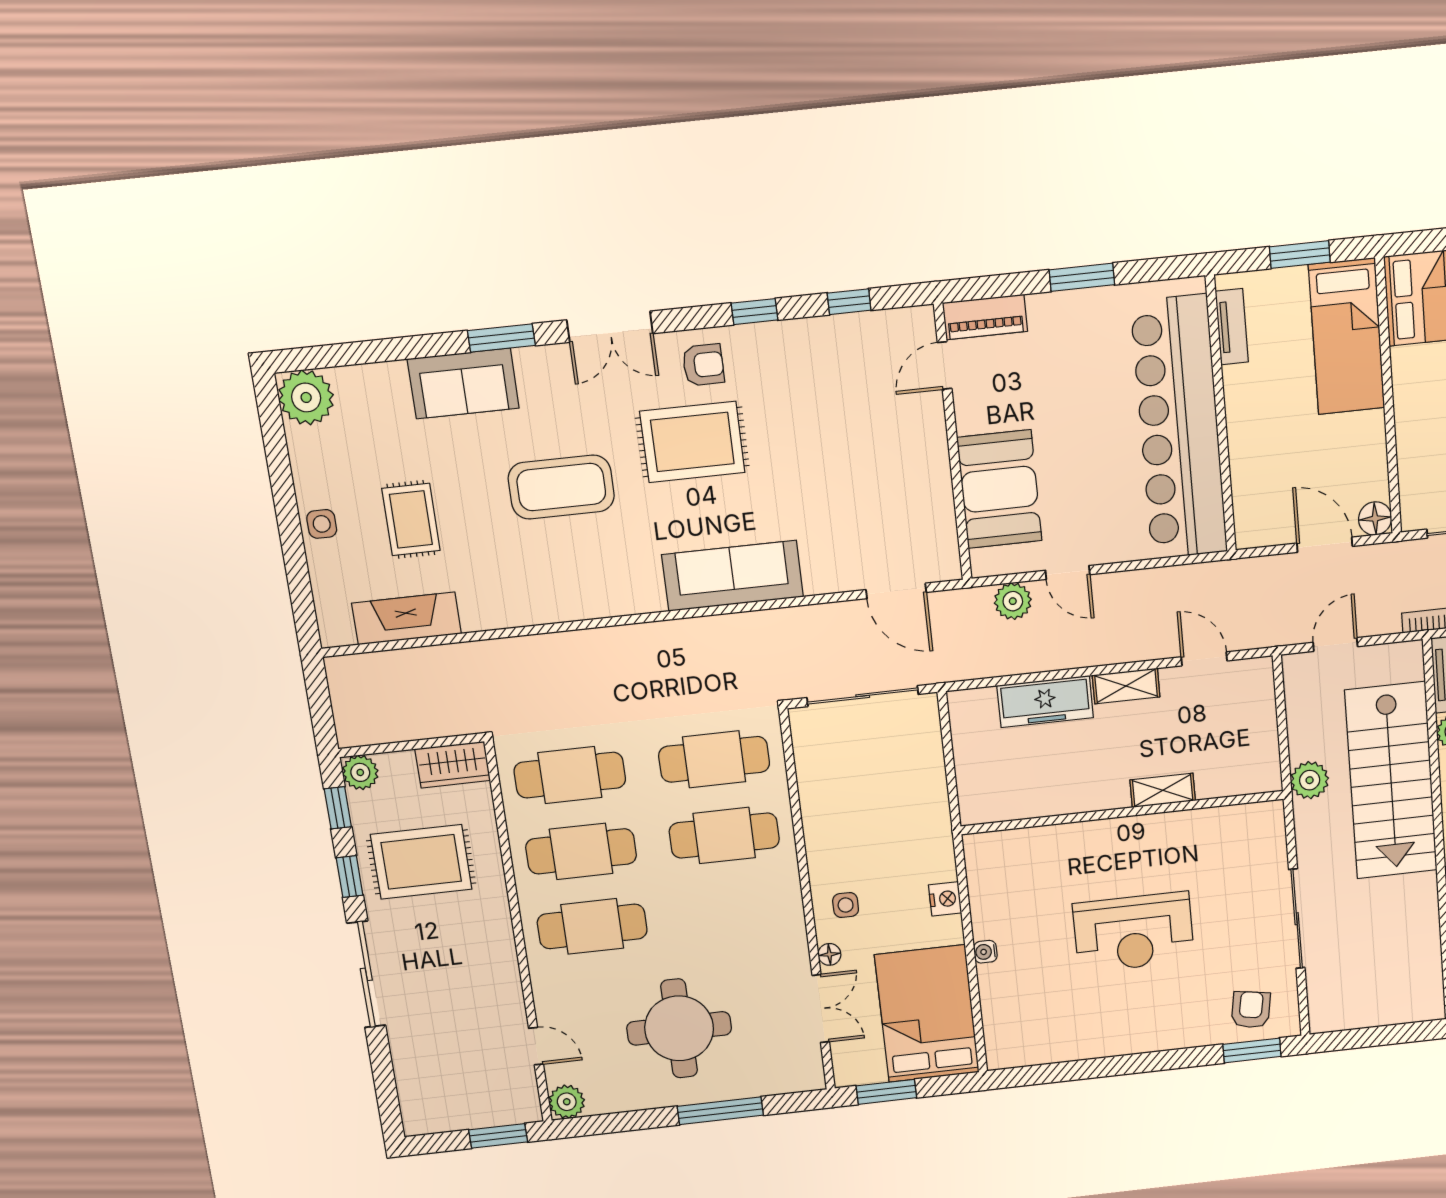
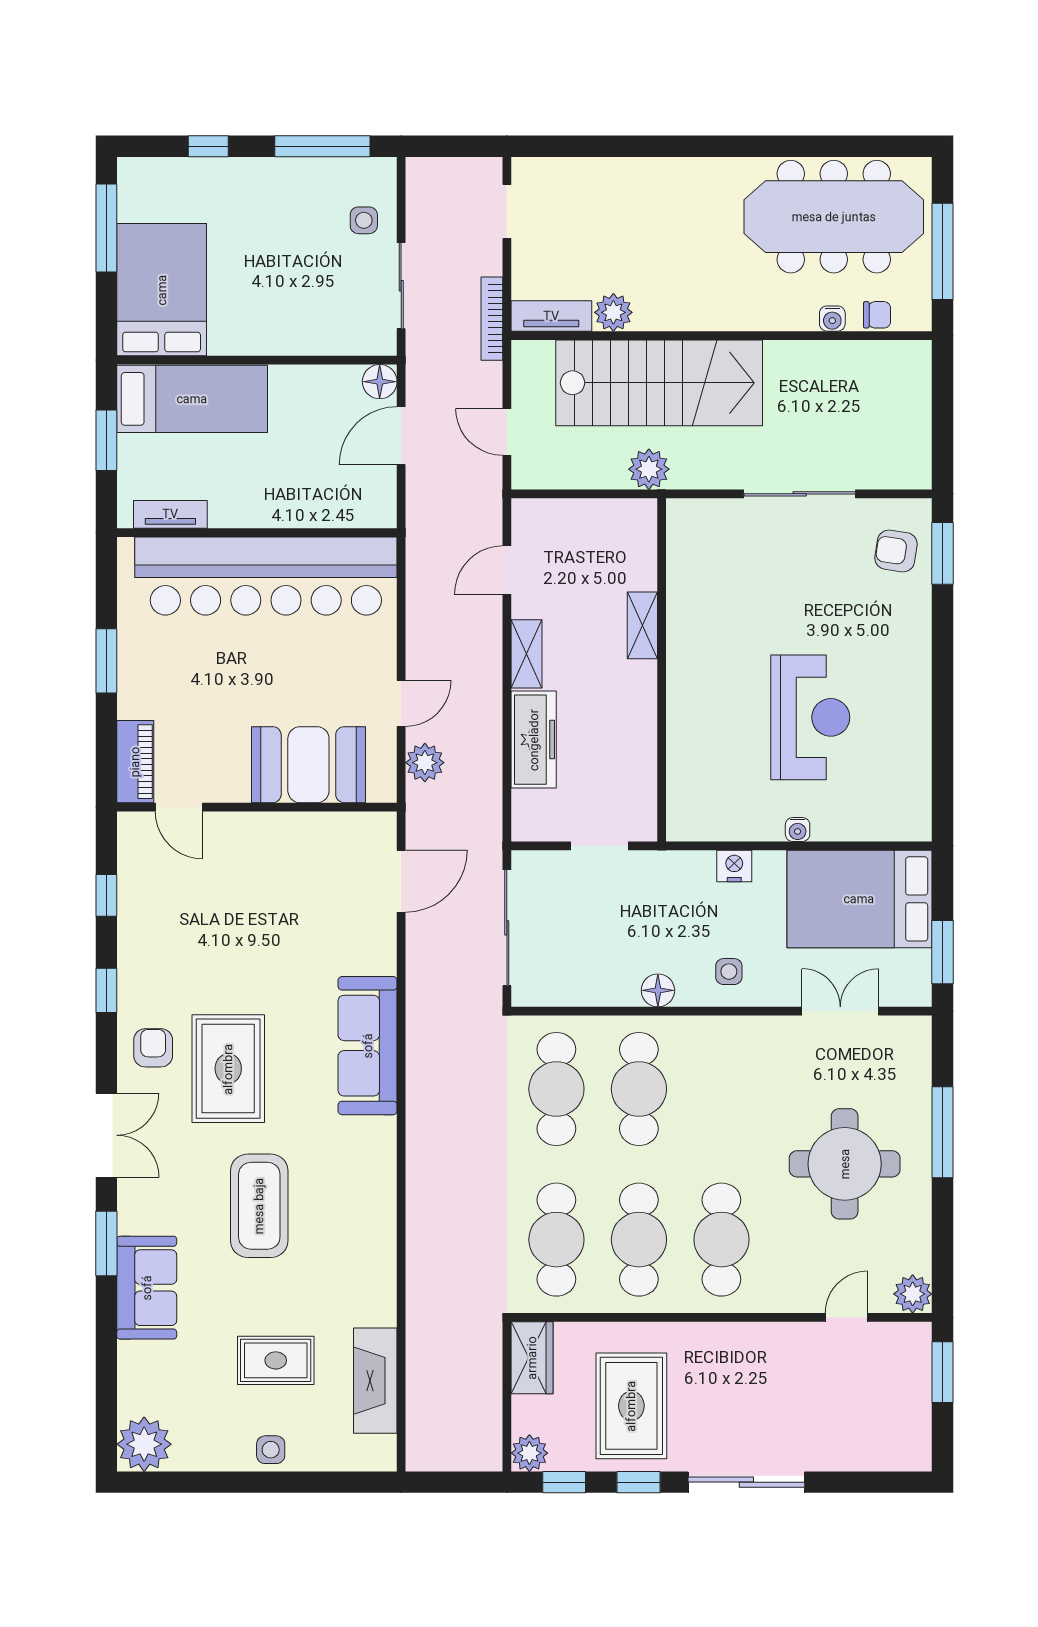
doorway: (951, 774) -> (599, 846), added
reception desk: (1134, 932) -> (810, 717), moved
floor lamp: (829, 954) -> (658, 990), moved, width x1.37, depth x1.37

